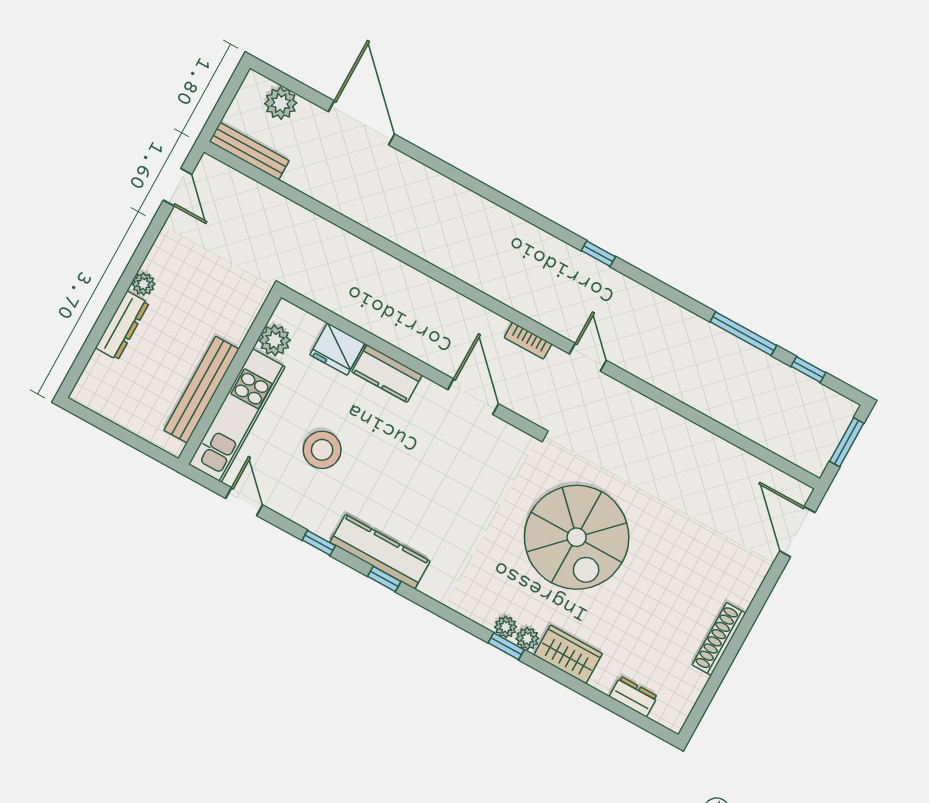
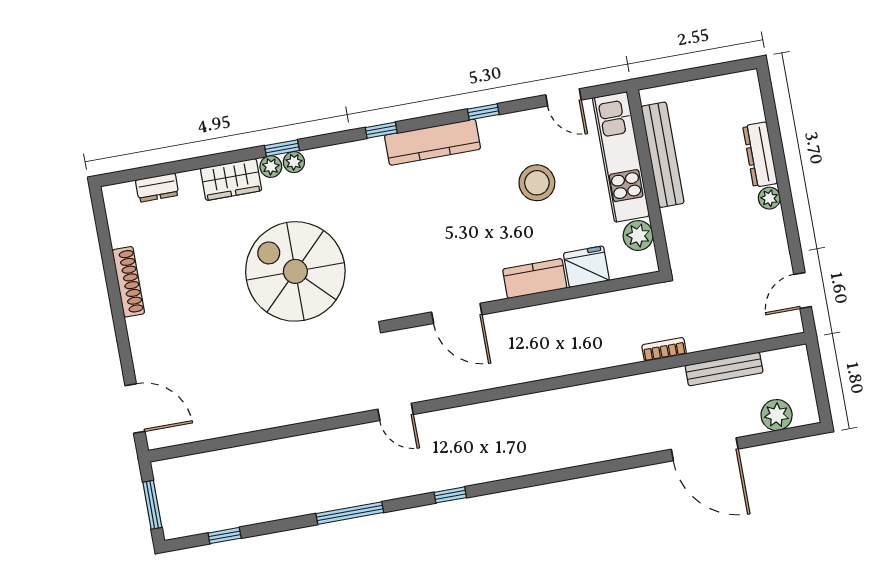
bench: (249, 151) -> (724, 369), moved
door: (177, 187) -> (802, 290), hinge flipped
window: (743, 334) -> (350, 513), moved
bookcase: (528, 341) -> (664, 349), moved
window: (384, 579) -> (381, 130), moved

